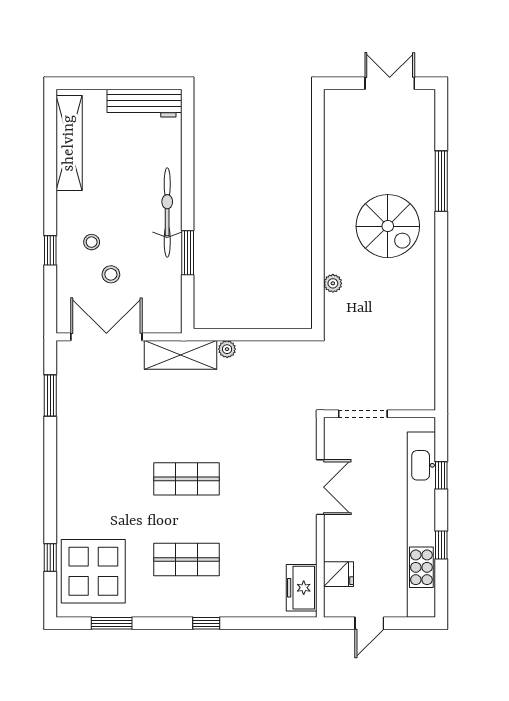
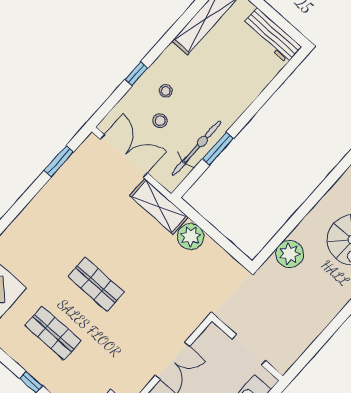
bicycle: (167, 212) -> (197, 148), moved
plant: (333, 283) -> (290, 254), width x1.87, depth x1.87
plant: (227, 349) -> (191, 237), width x1.88, depth x1.88
doorway: (363, 414) -> (249, 350), moved

